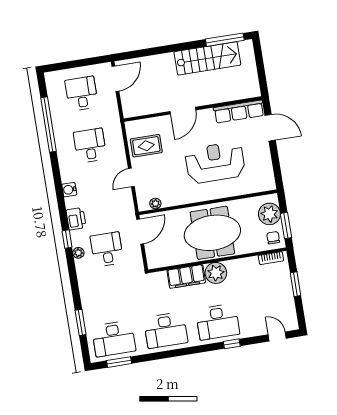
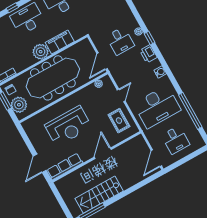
door: (270, 128) -> (40, 163), hinge flipped
desk: (90, 146) -> (157, 107), width x1.87, depth x1.30
rug: (146, 146) -> (119, 121), turned 90
meeting table: (212, 233) -> (53, 78), width x1.36

